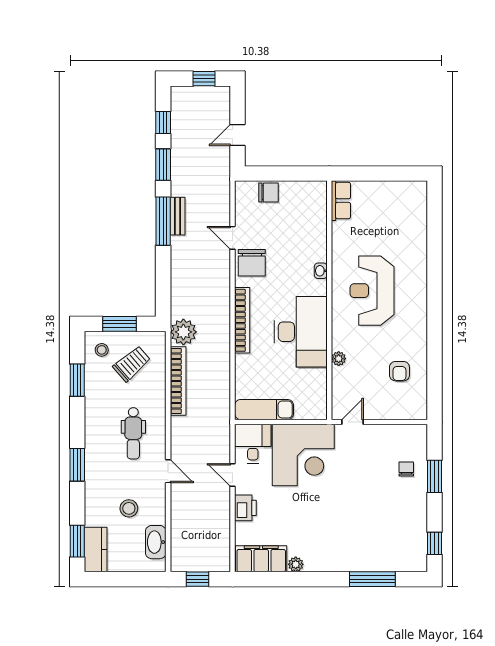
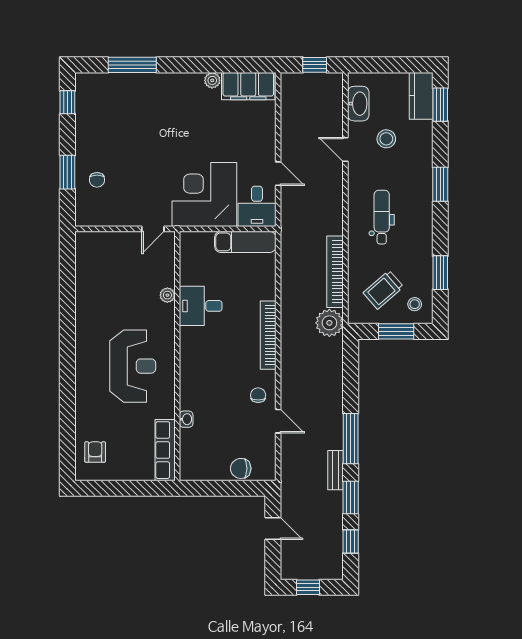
door: (238, 135) -> (273, 528), hinge flipped
row of seats: (341, 201) -> (165, 450), width x1.48
bench: (178, 216) -> (336, 470), moved
chair: (252, 263) -> (258, 395), width x0.54, depth x0.54
washbasin: (321, 271) -> (186, 419), moved
desk: (301, 332) -> (201, 306), width x0.53, depth x0.77
armchair: (399, 371) -> (95, 452), moved
door: (168, 471) -> (345, 149), moved
printer: (245, 508) -> (265, 139), removed

